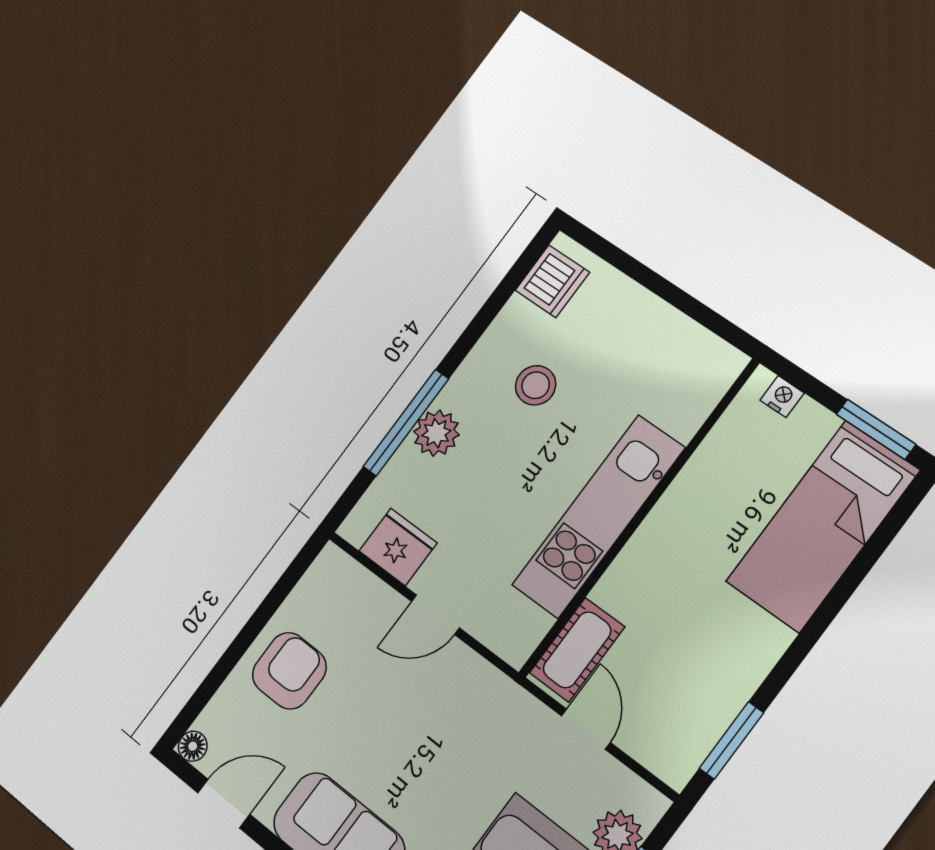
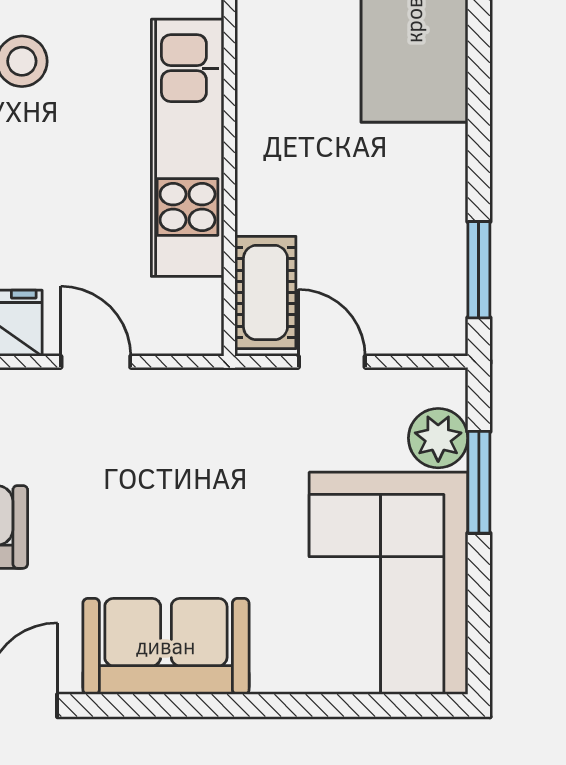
door: (435, 615) -> (96, 362), swing flipped

